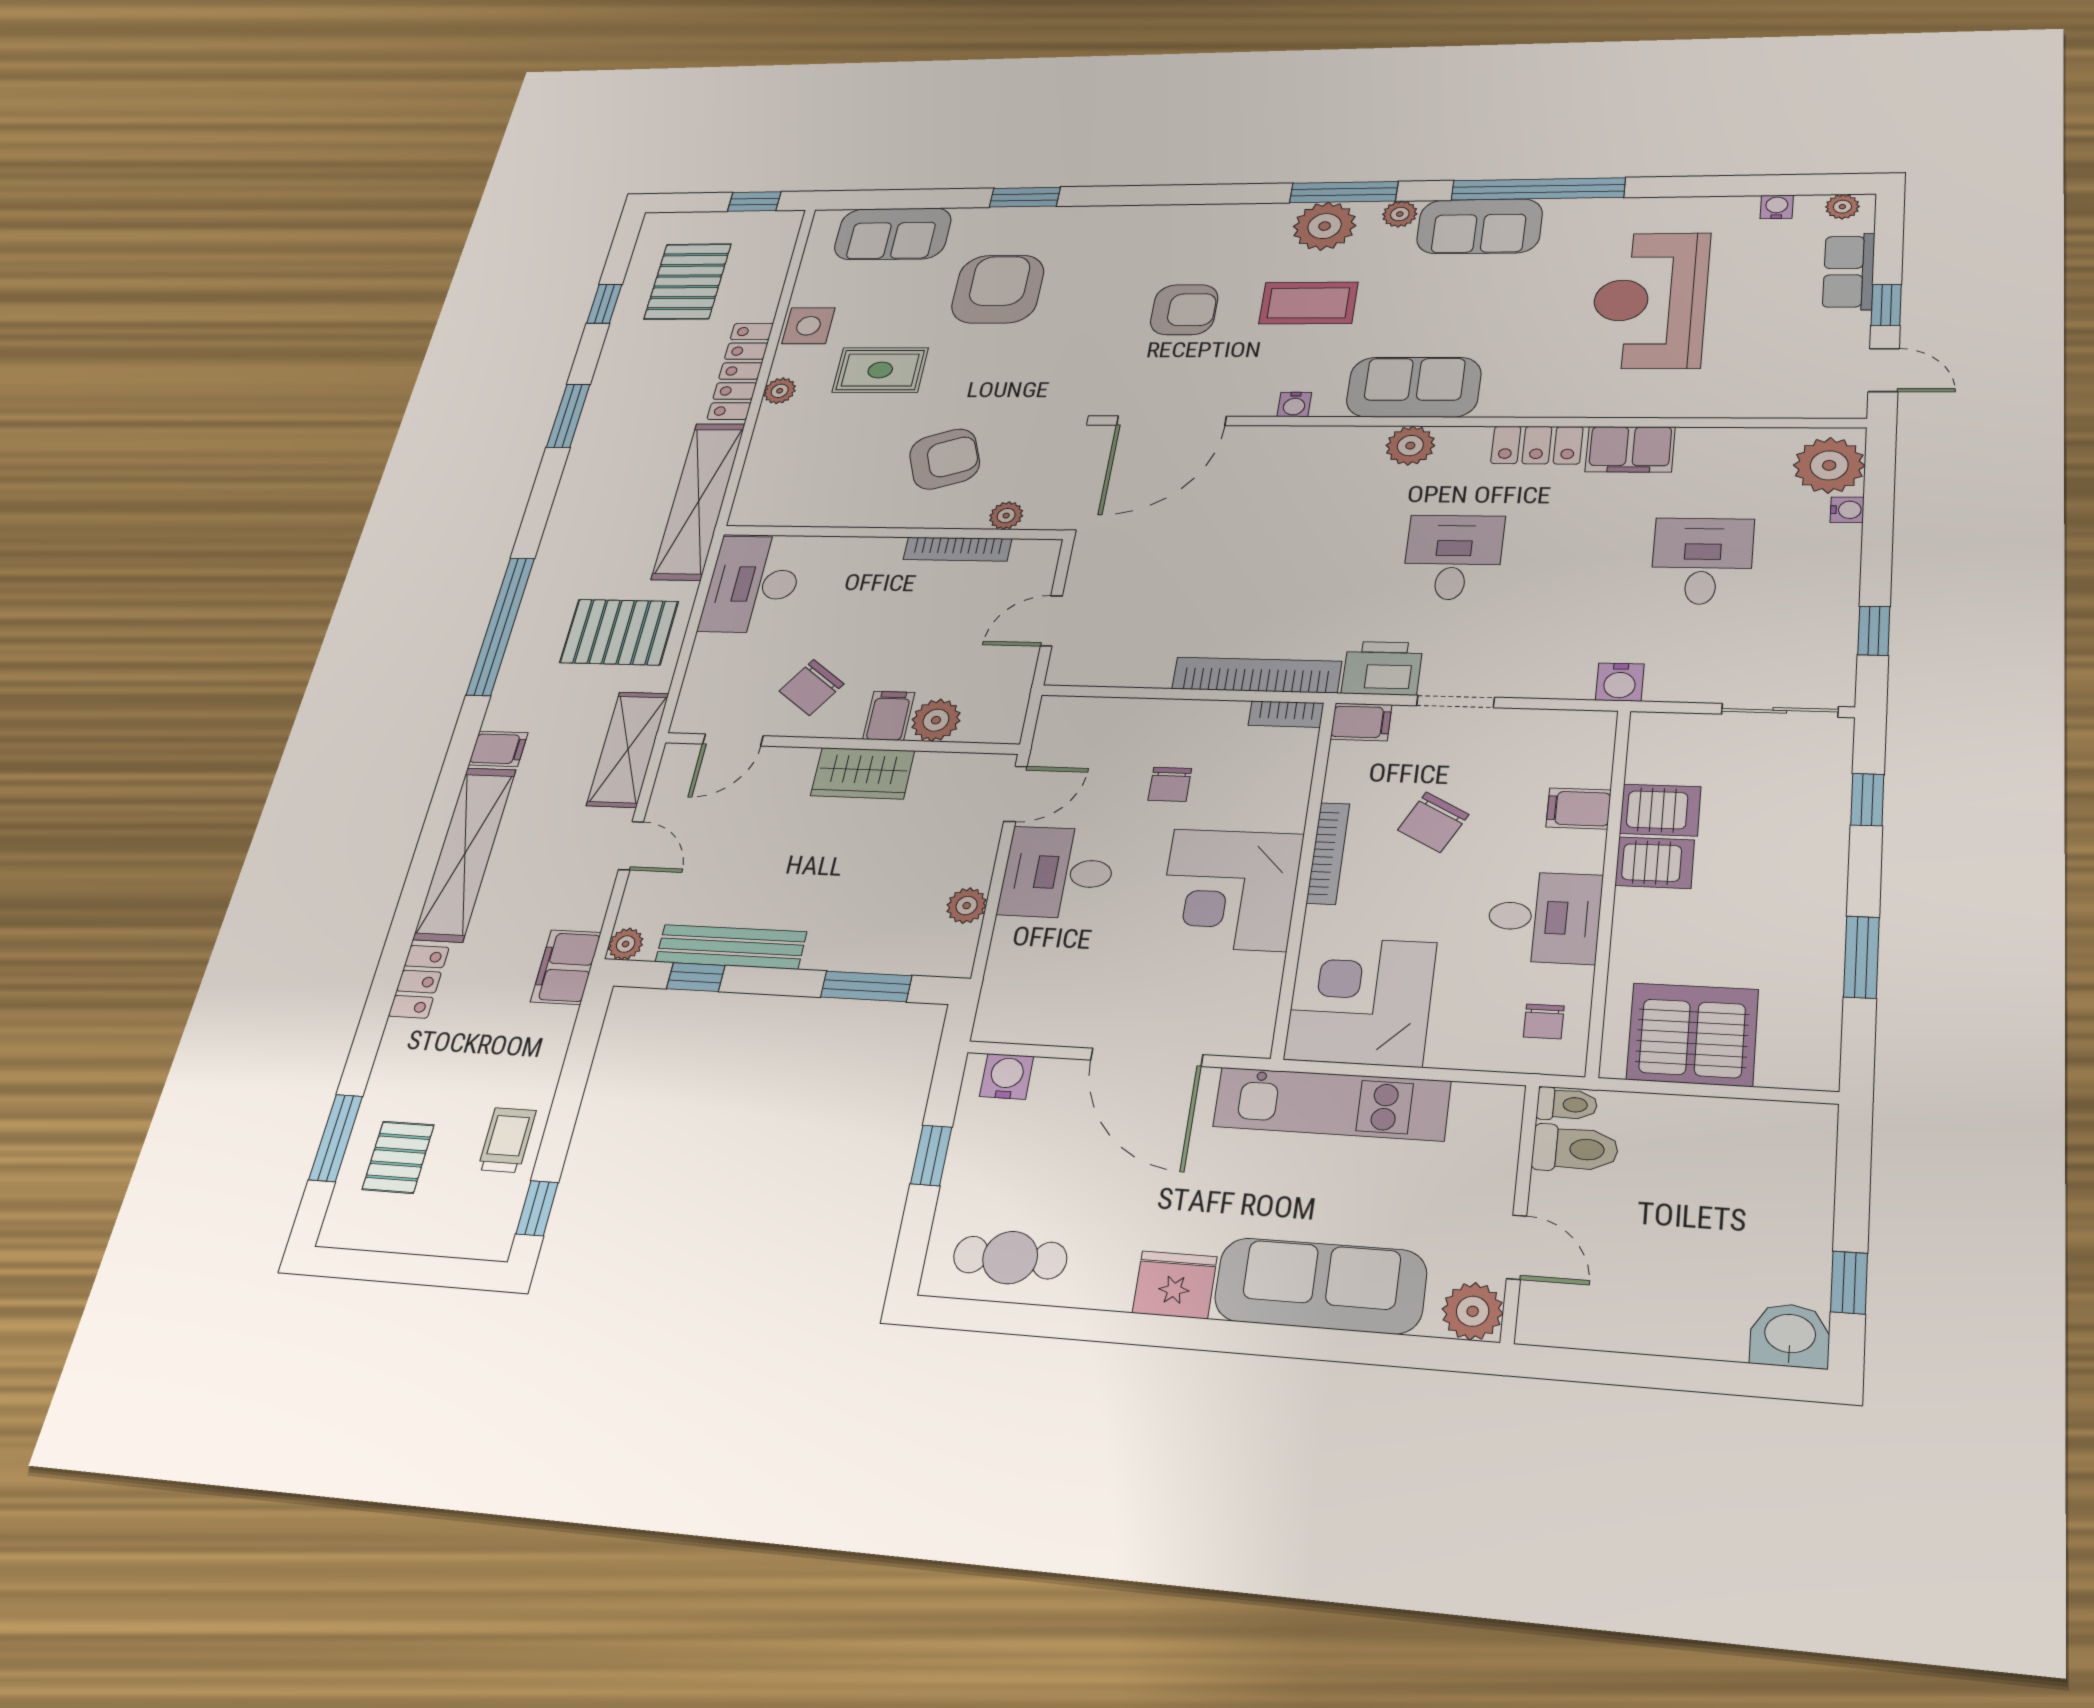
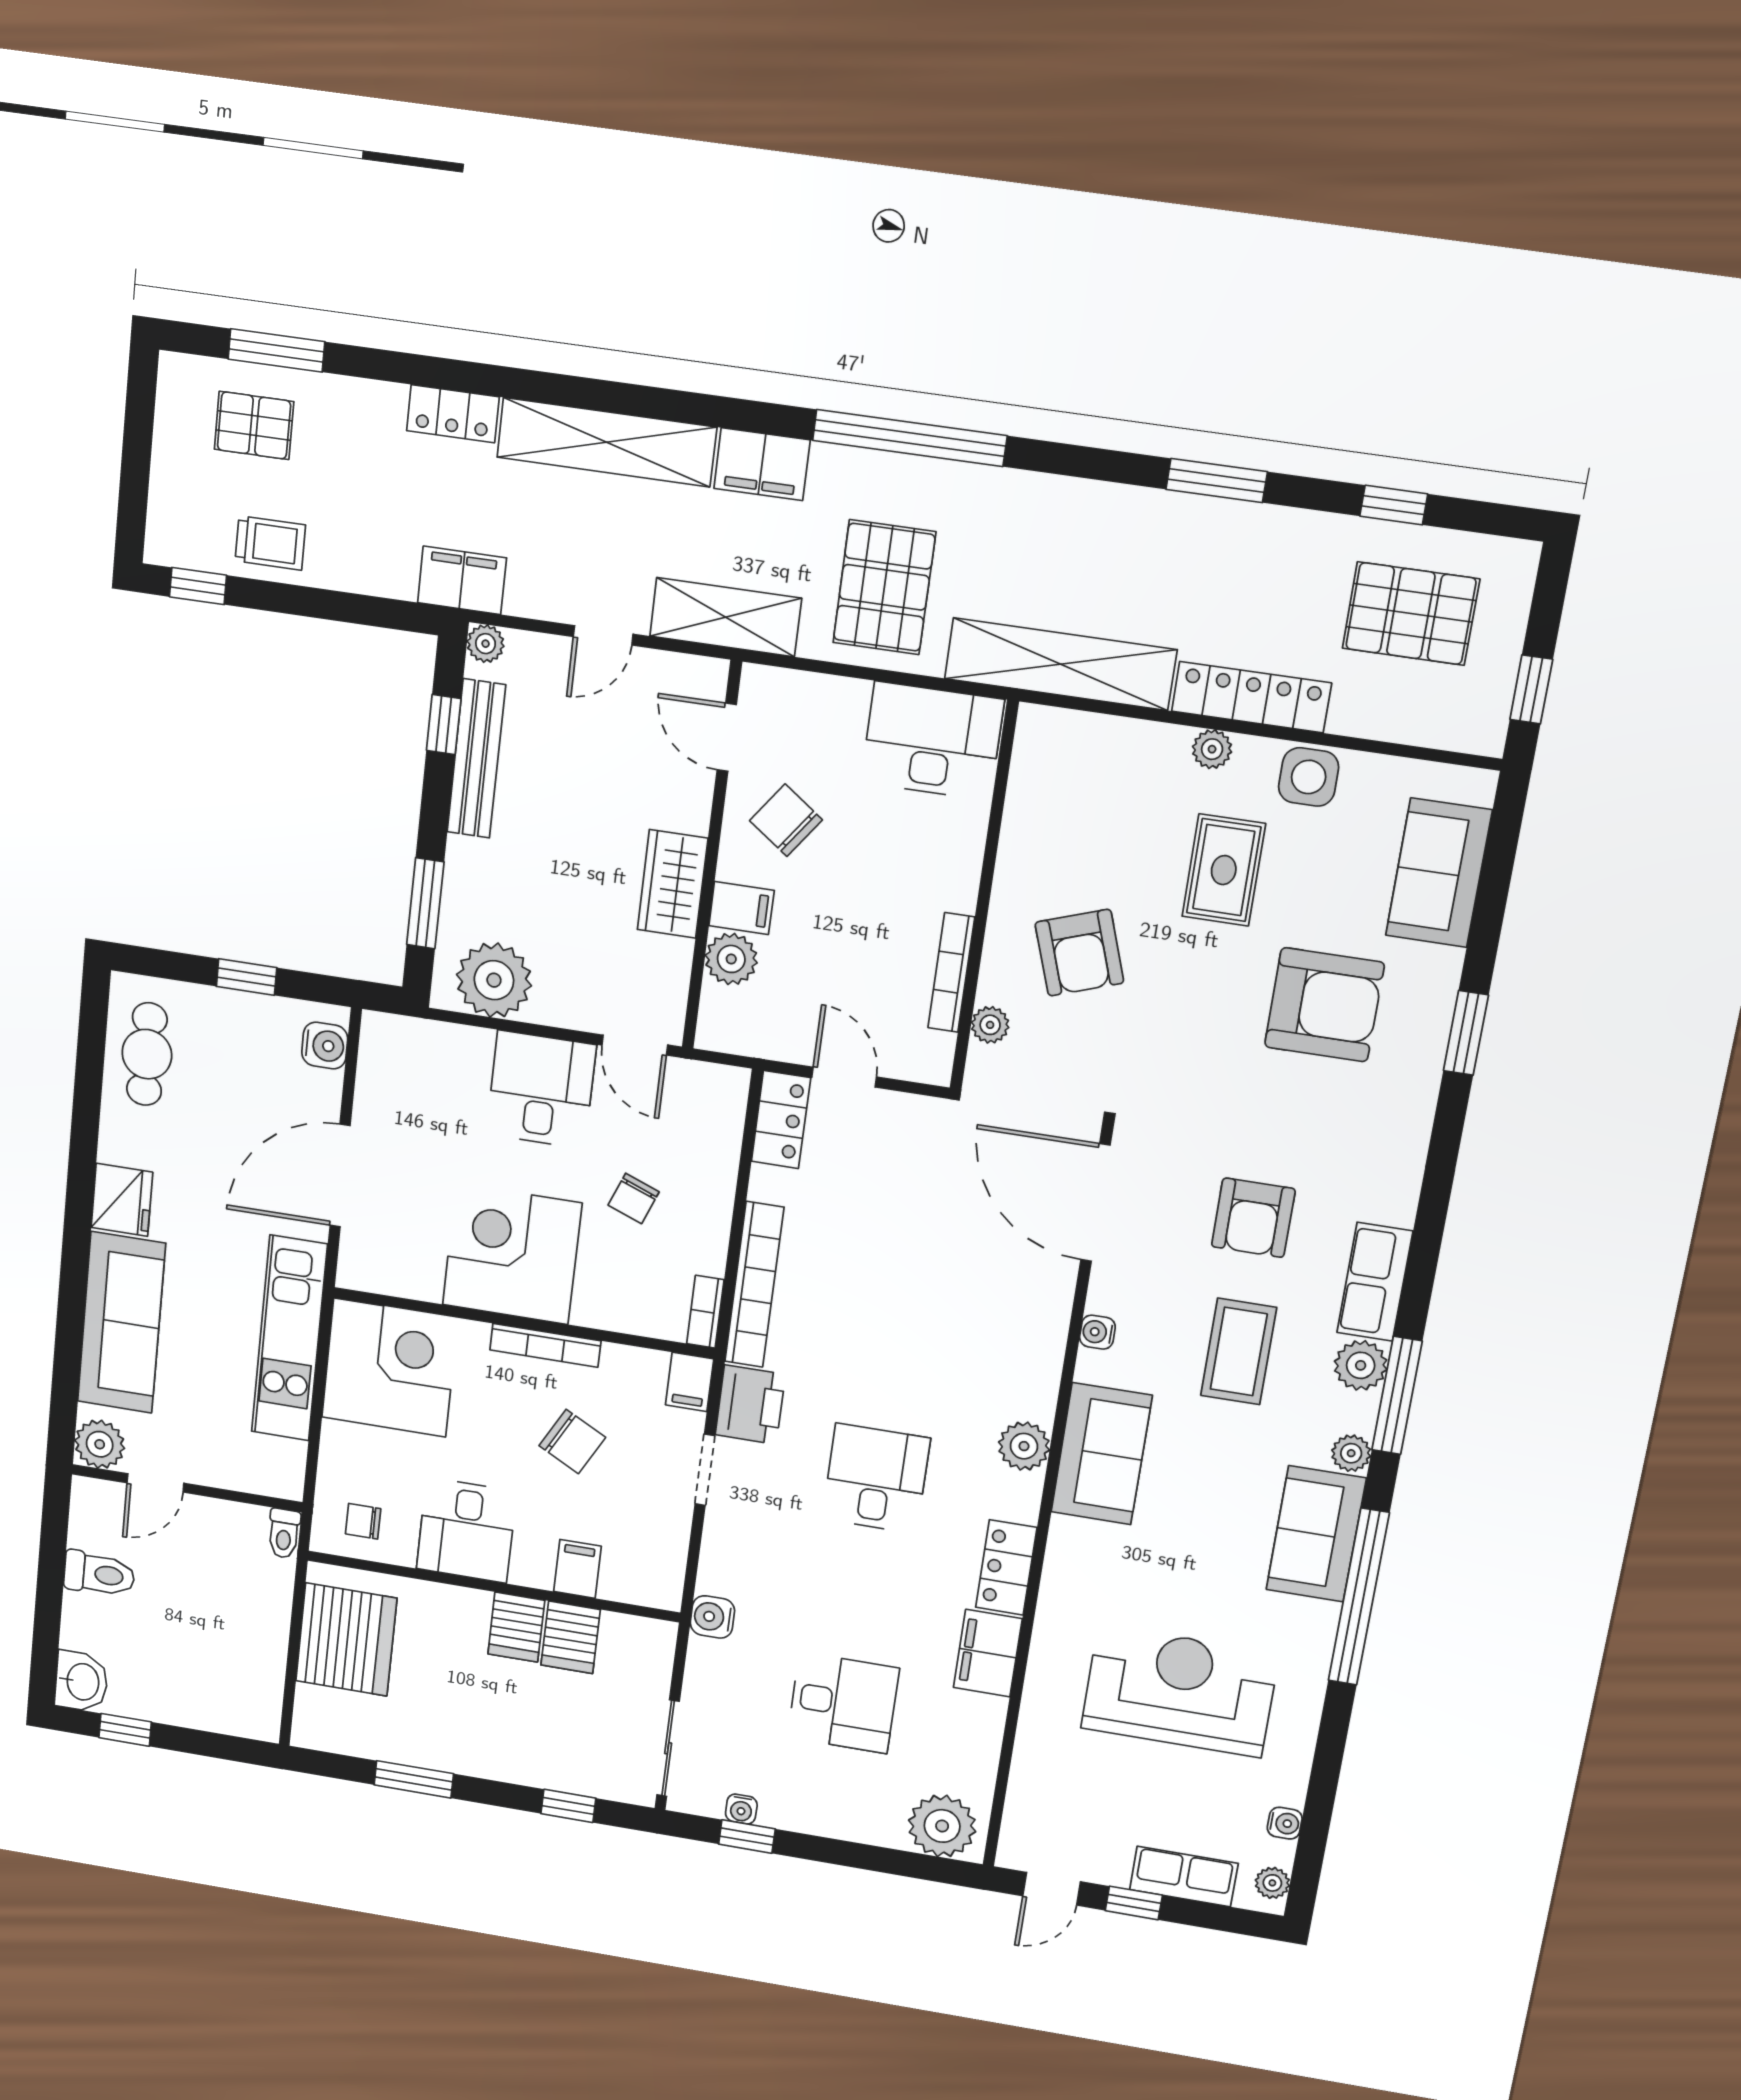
row of seats: (1241, 222) -> (1375, 1282), added
plant: (1325, 226) -> (1361, 1365), width x0.73, depth x0.73
water cooler: (1847, 510) -> (741, 1809), moved
desk: (1453, 557) -> (876, 1479), turned -90
locker: (1091, 667) -> (781, 1120), added
filing cabinet: (498, 749) -> (762, 464), width x2.00
chair: (1170, 784) -> (634, 1198), turned -69
chair: (1433, 822) -> (572, 1441), turned 180
plant: (967, 906) -> (494, 980), width x1.88, depth x1.88
toilet: (1575, 1149) -> (99, 1574), moved, turned -90

